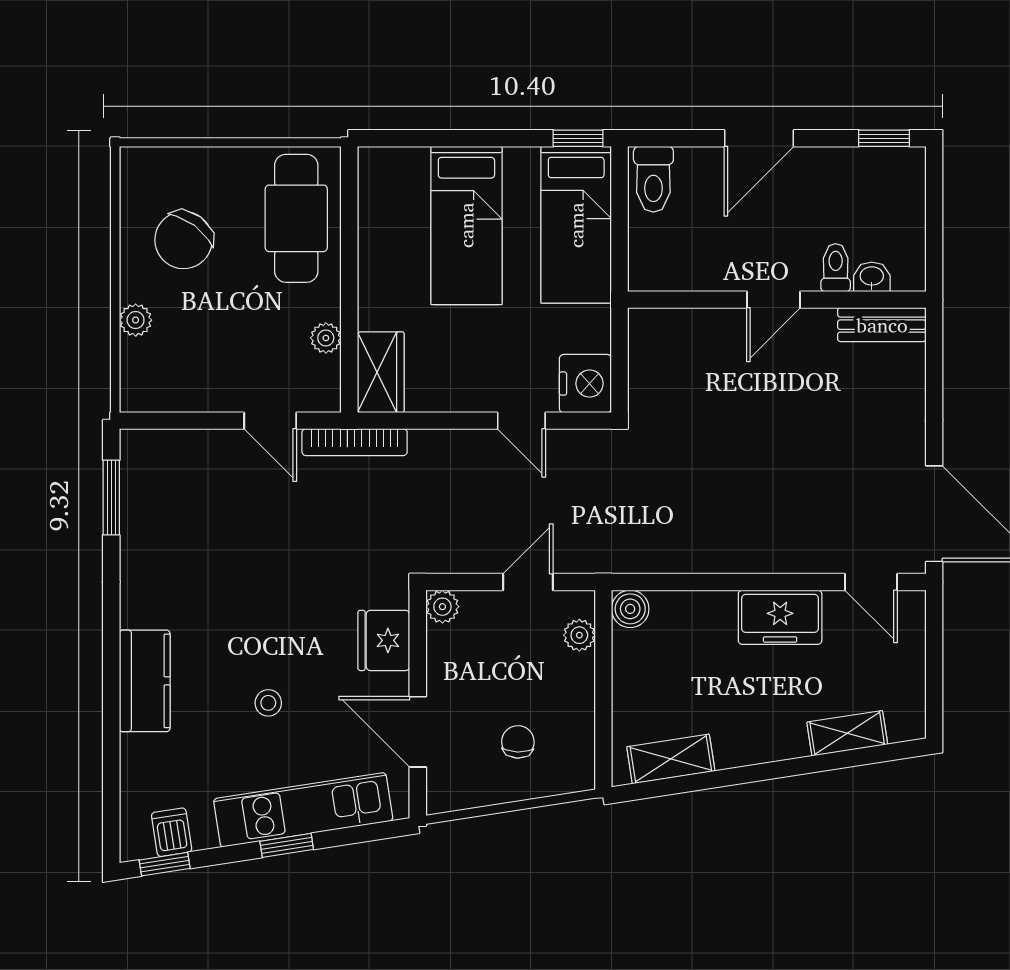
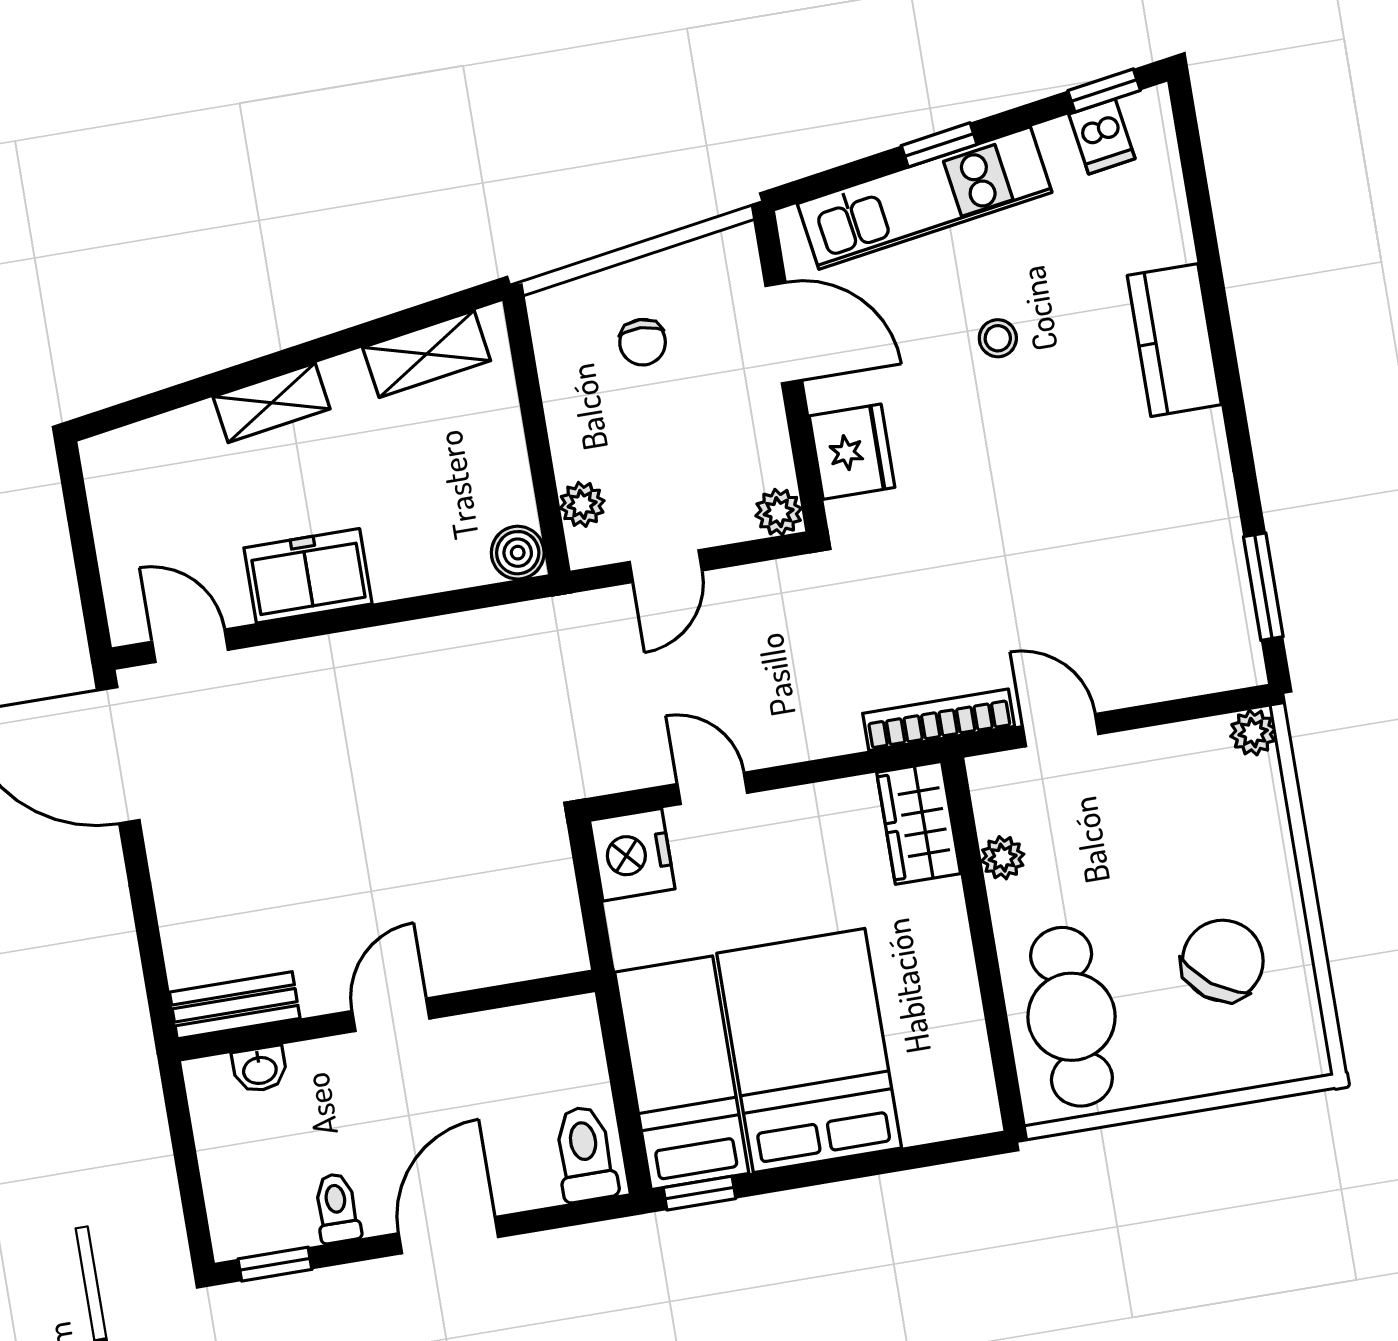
bed: (466, 225) -> (809, 1050), width x1.50
toilet: (836, 268) -> (337, 1208), moved, turned 180
plant: (136, 320) -> (1253, 733), moved
shelving: (847, 733) -> (272, 403), moved

